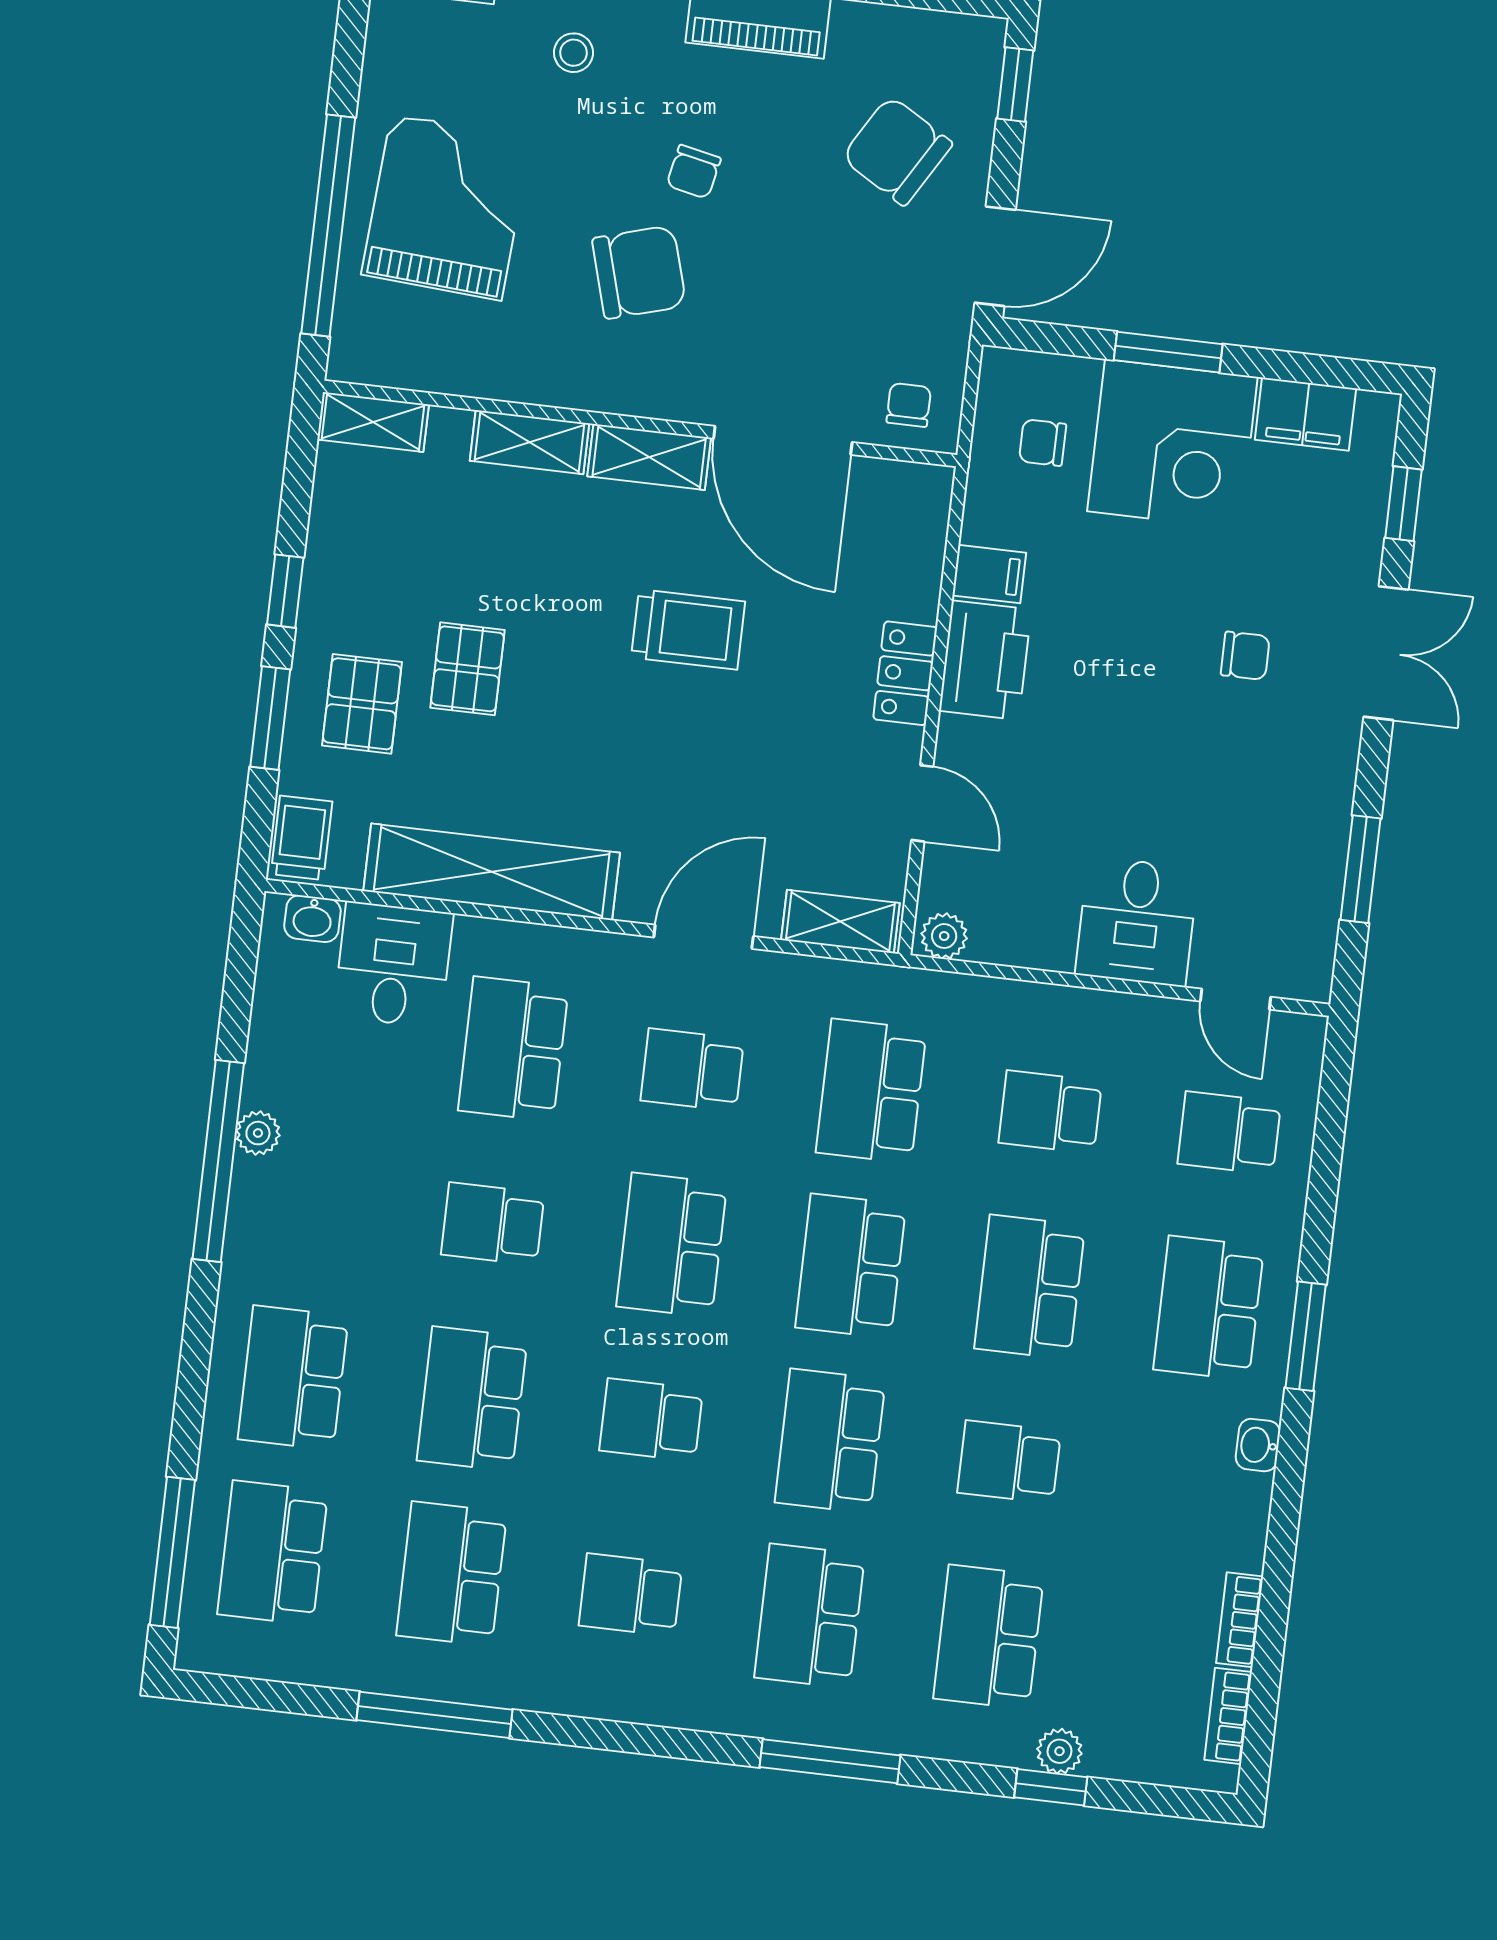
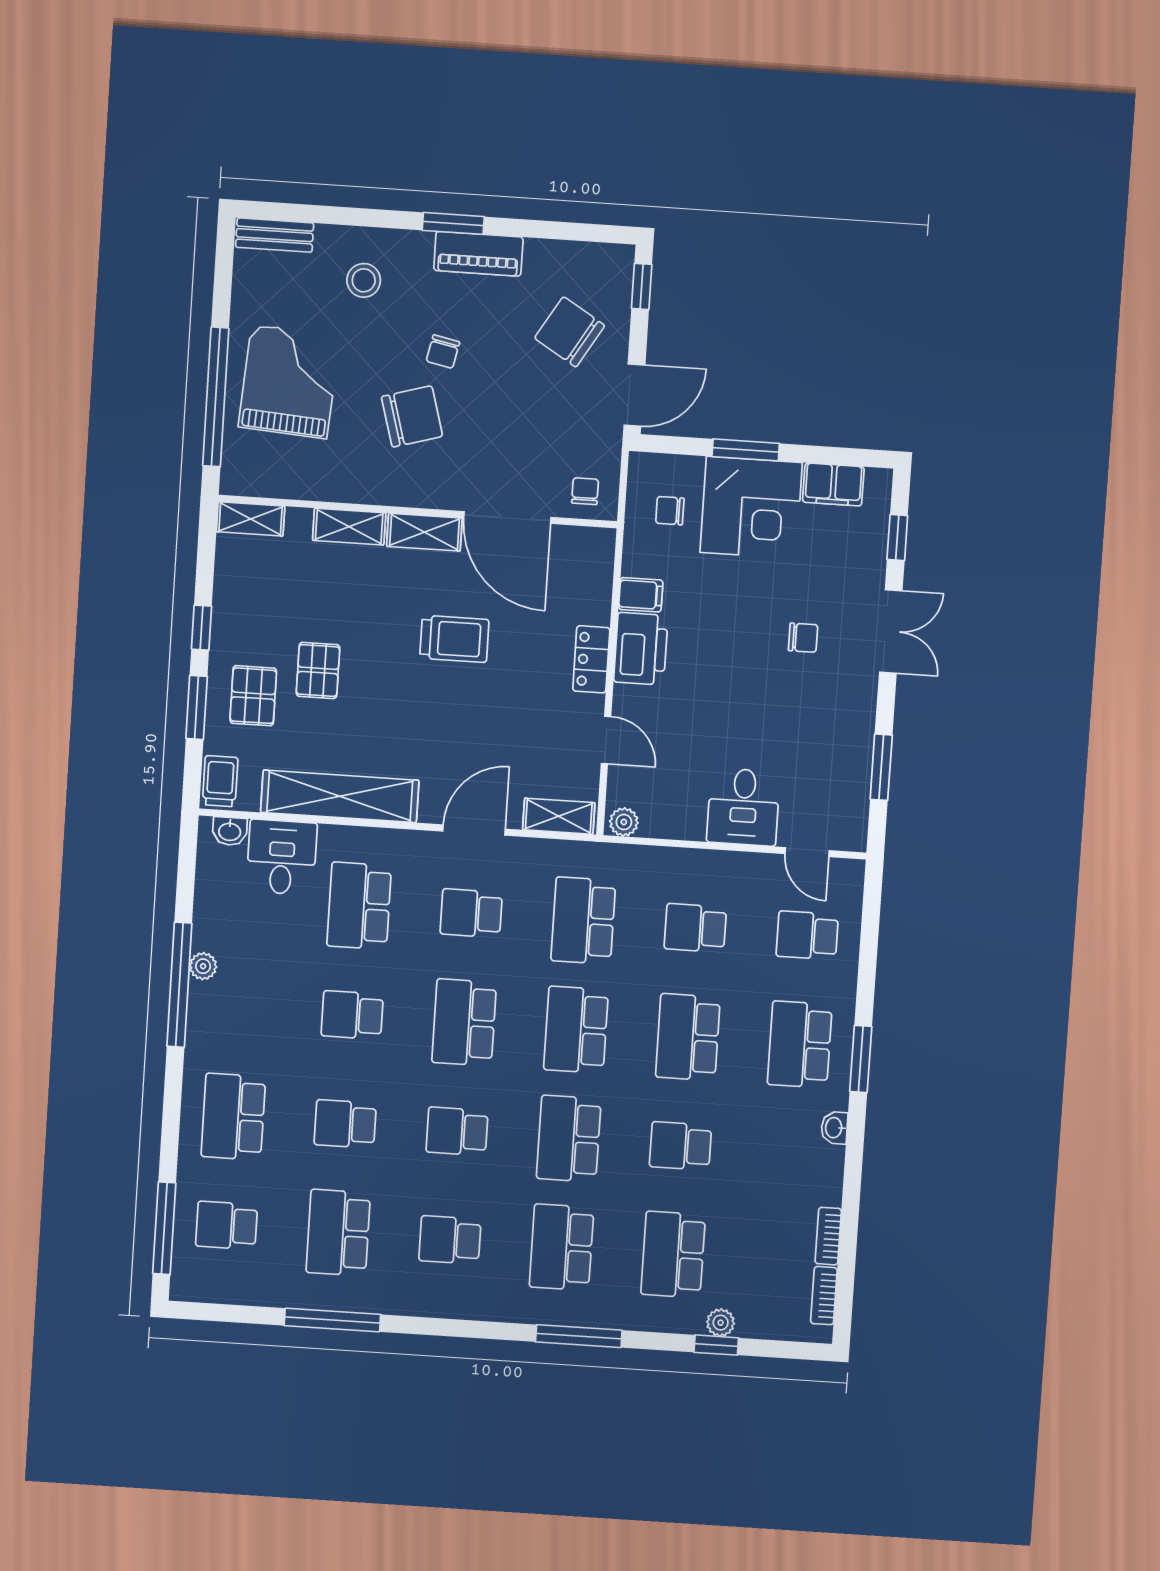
stool: (574, 53) -> (364, 280), width x1.37, depth x1.37
school desk: (472, 1399) -> (345, 1124), width x0.54
school desk: (273, 1553) -> (227, 1225), width x0.54

